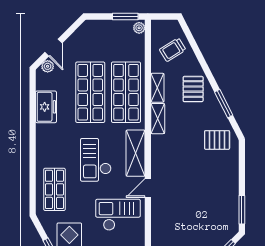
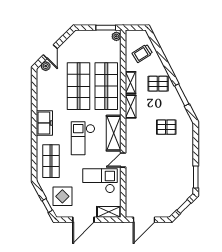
pallet: (193, 89) -> (158, 84), turned 90
freezer: (46, 107) -> (44, 123), moved
pallet: (217, 140) -> (166, 127), moved

